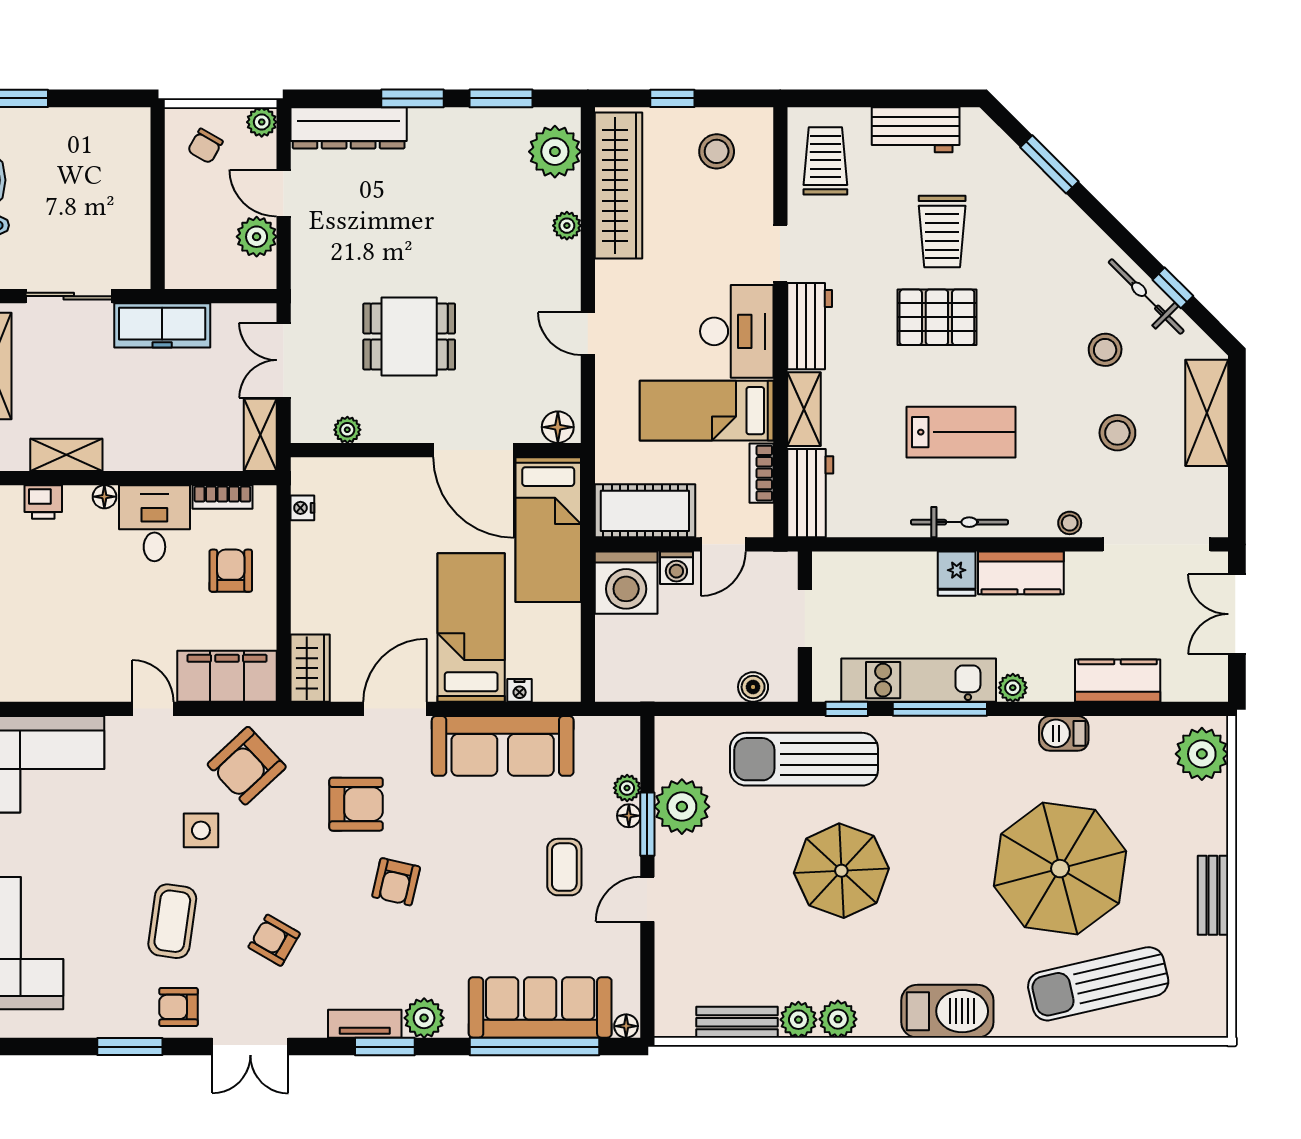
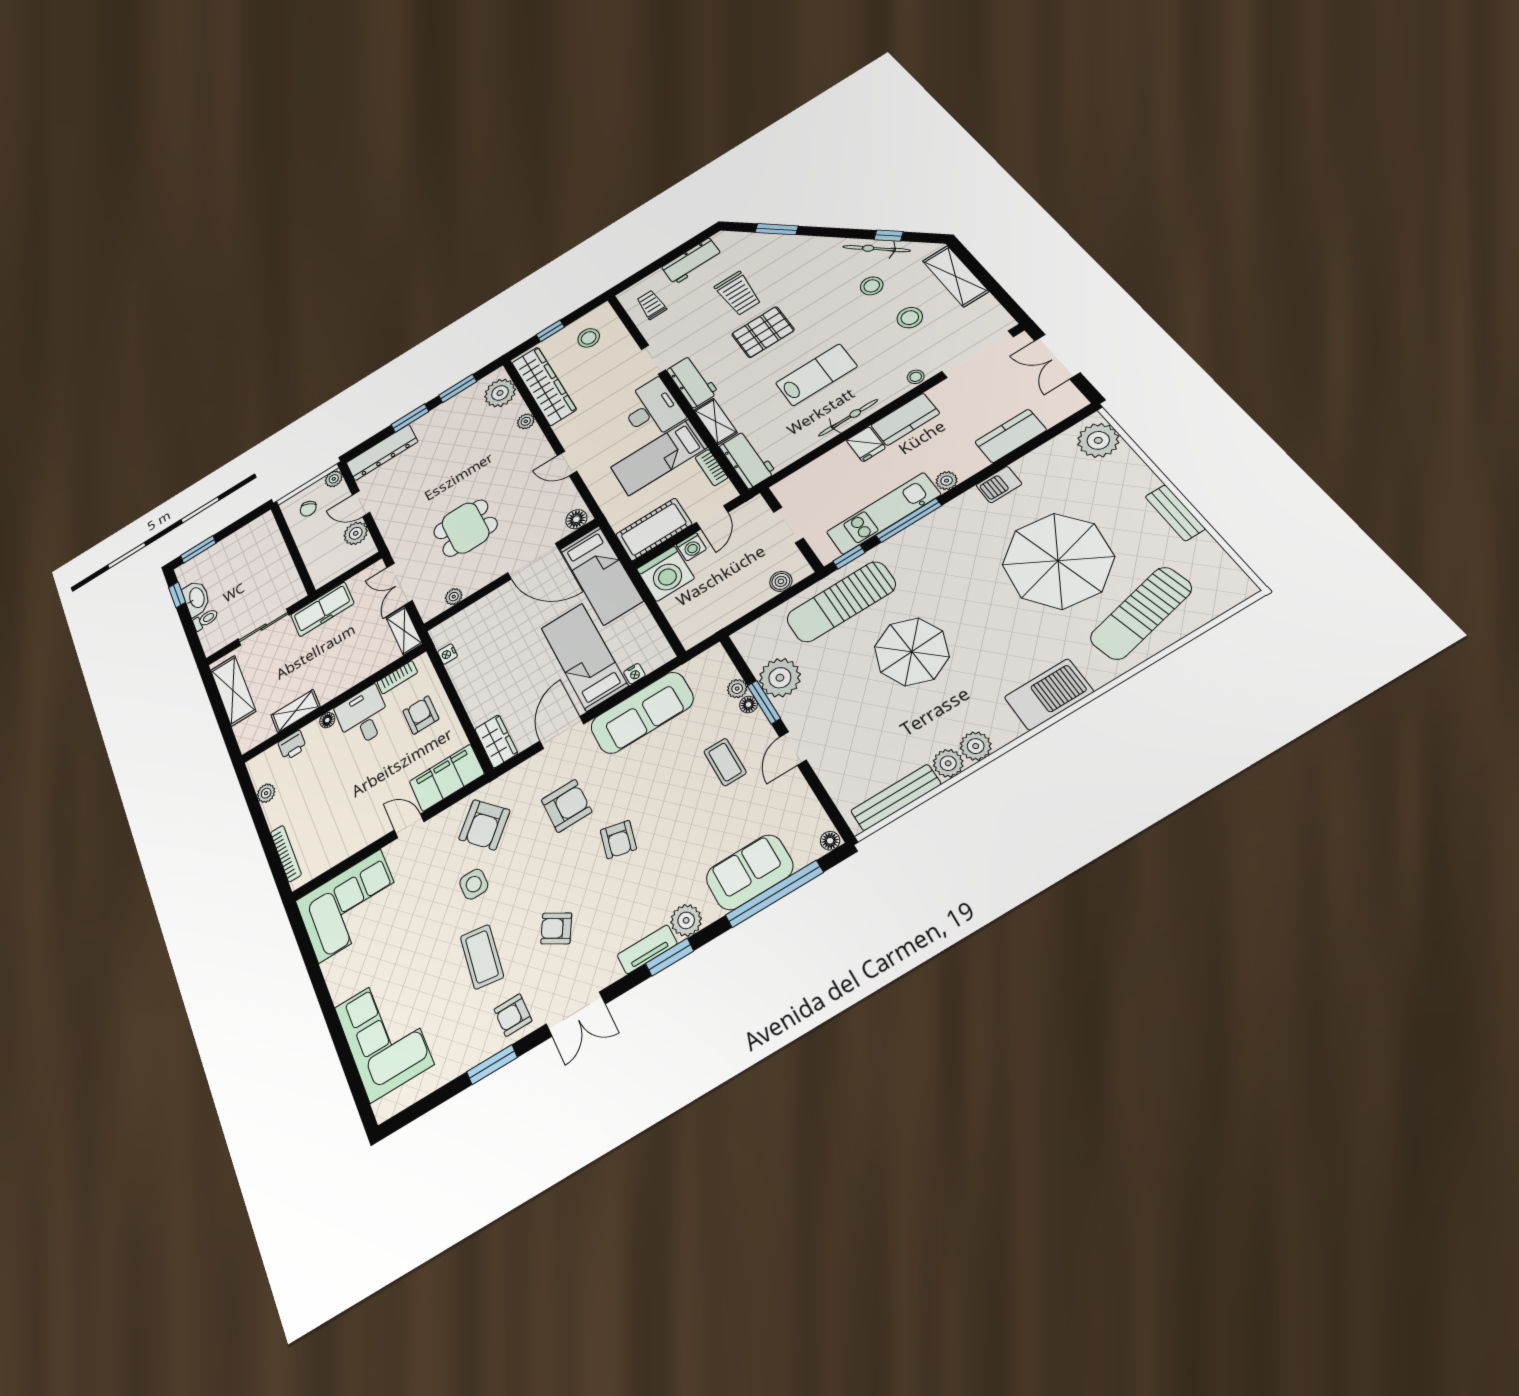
trolley: (825, 161) -> (651, 305), width x0.73, depth x0.72
sofa: (540, 1007) -> (750, 872), width x0.73
bench: (737, 1022) -> (896, 797), width x1.36

